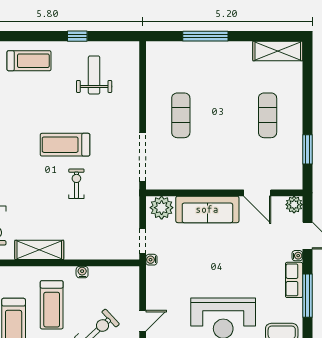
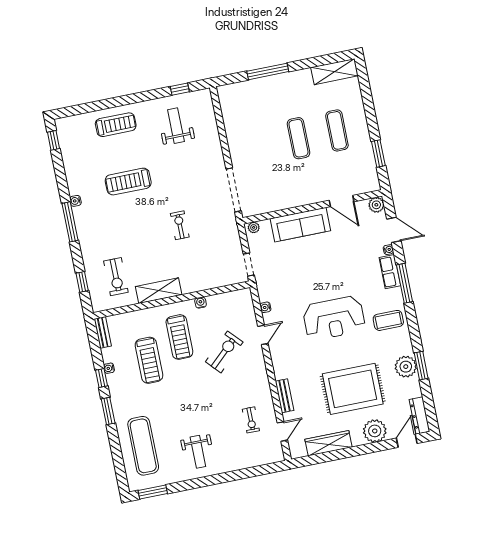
window: (77, 36) -> (180, 89), moved
exercise mat: (181, 115) -> (298, 138), moved
treadmill: (65, 145) -> (128, 182), moved
plant: (162, 208) -> (254, 227), width x0.53, depth x0.53
water cooler: (151, 260) -> (265, 307), moved

